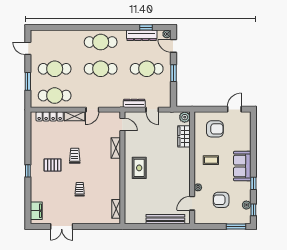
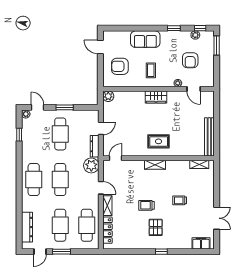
dresser: (142, 35) -> (27, 227), moved
door: (173, 46) -> (37, 107), swing flipped
window: (28, 81) -> (62, 252), moved
plant: (115, 100) -> (91, 165), added
armchair: (215, 129) -> (120, 66), turned -90
wardrobe: (184, 136) -> (156, 97), moved
shelving: (116, 148) -> (155, 165), moved
sofa: (242, 166) -> (145, 39), moved
bench: (165, 219) -> (209, 137), moved

